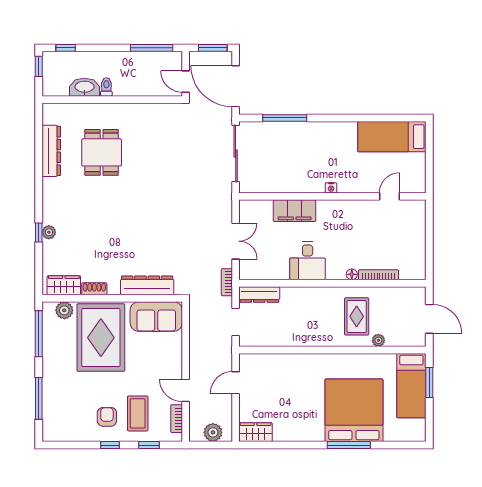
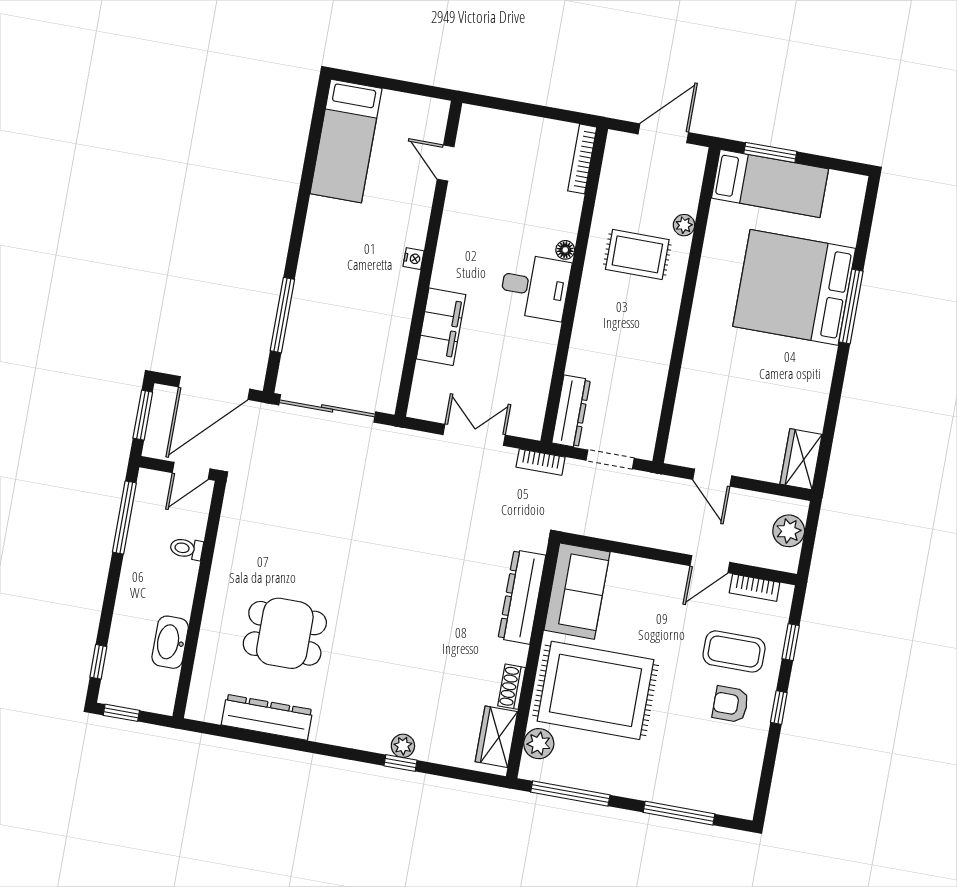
toilet: (106, 87) -> (186, 549), moved
desk: (308, 261) -> (535, 287), moved
bookcase: (378, 275) -> (582, 159), moved

